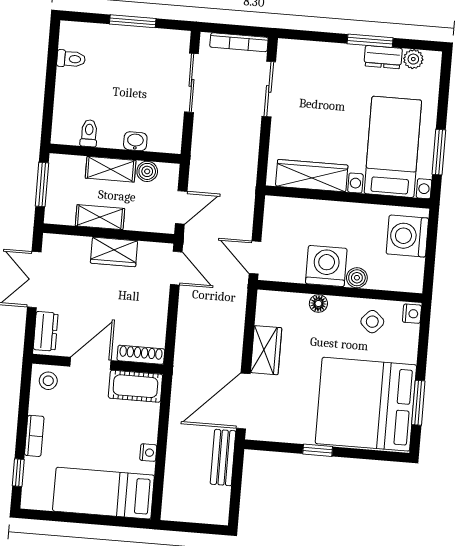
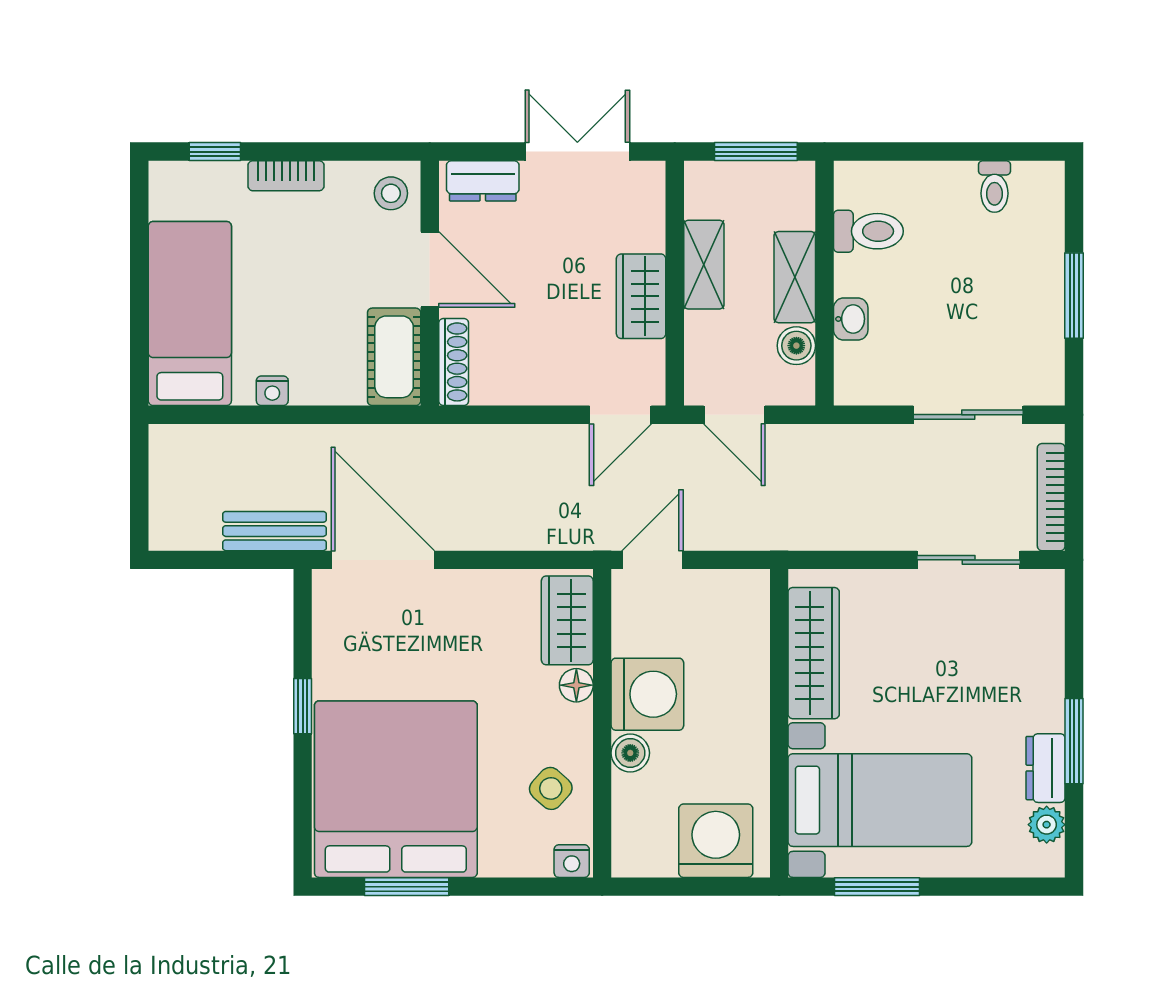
toilet: (89, 133) -> (868, 231), width x1.37, depth x1.39
wardrobe: (266, 350) -> (567, 620), moved, turned 90

